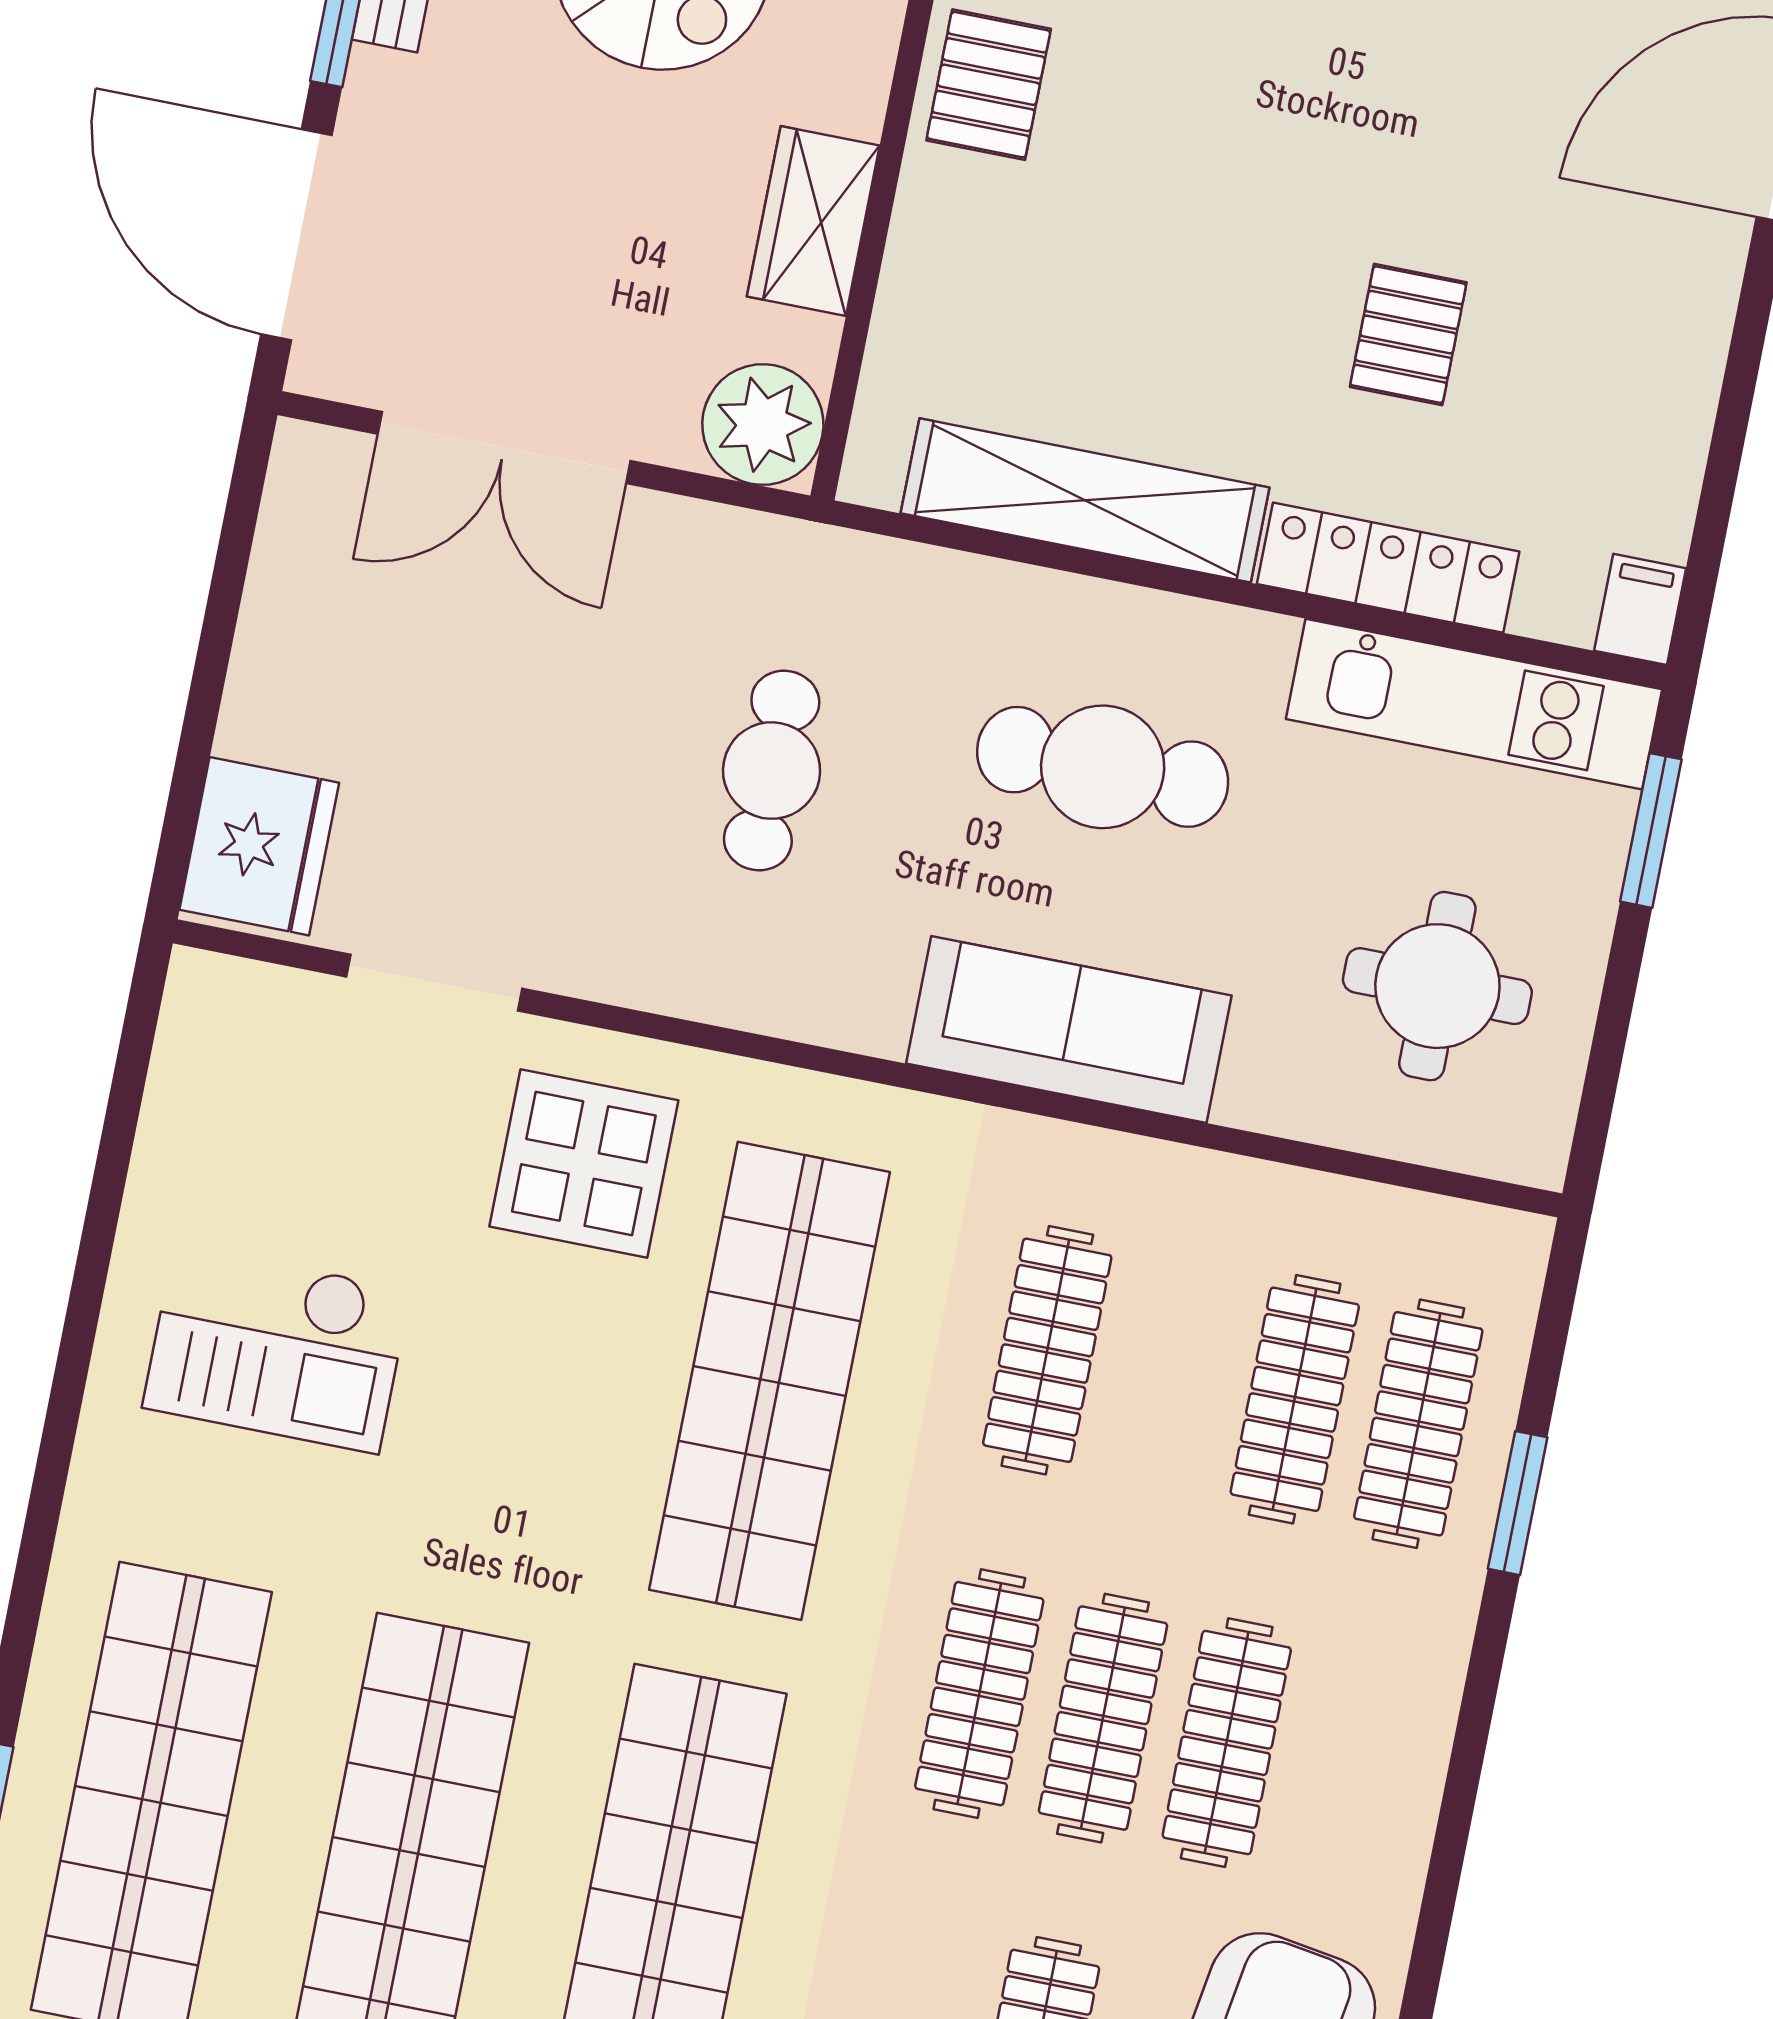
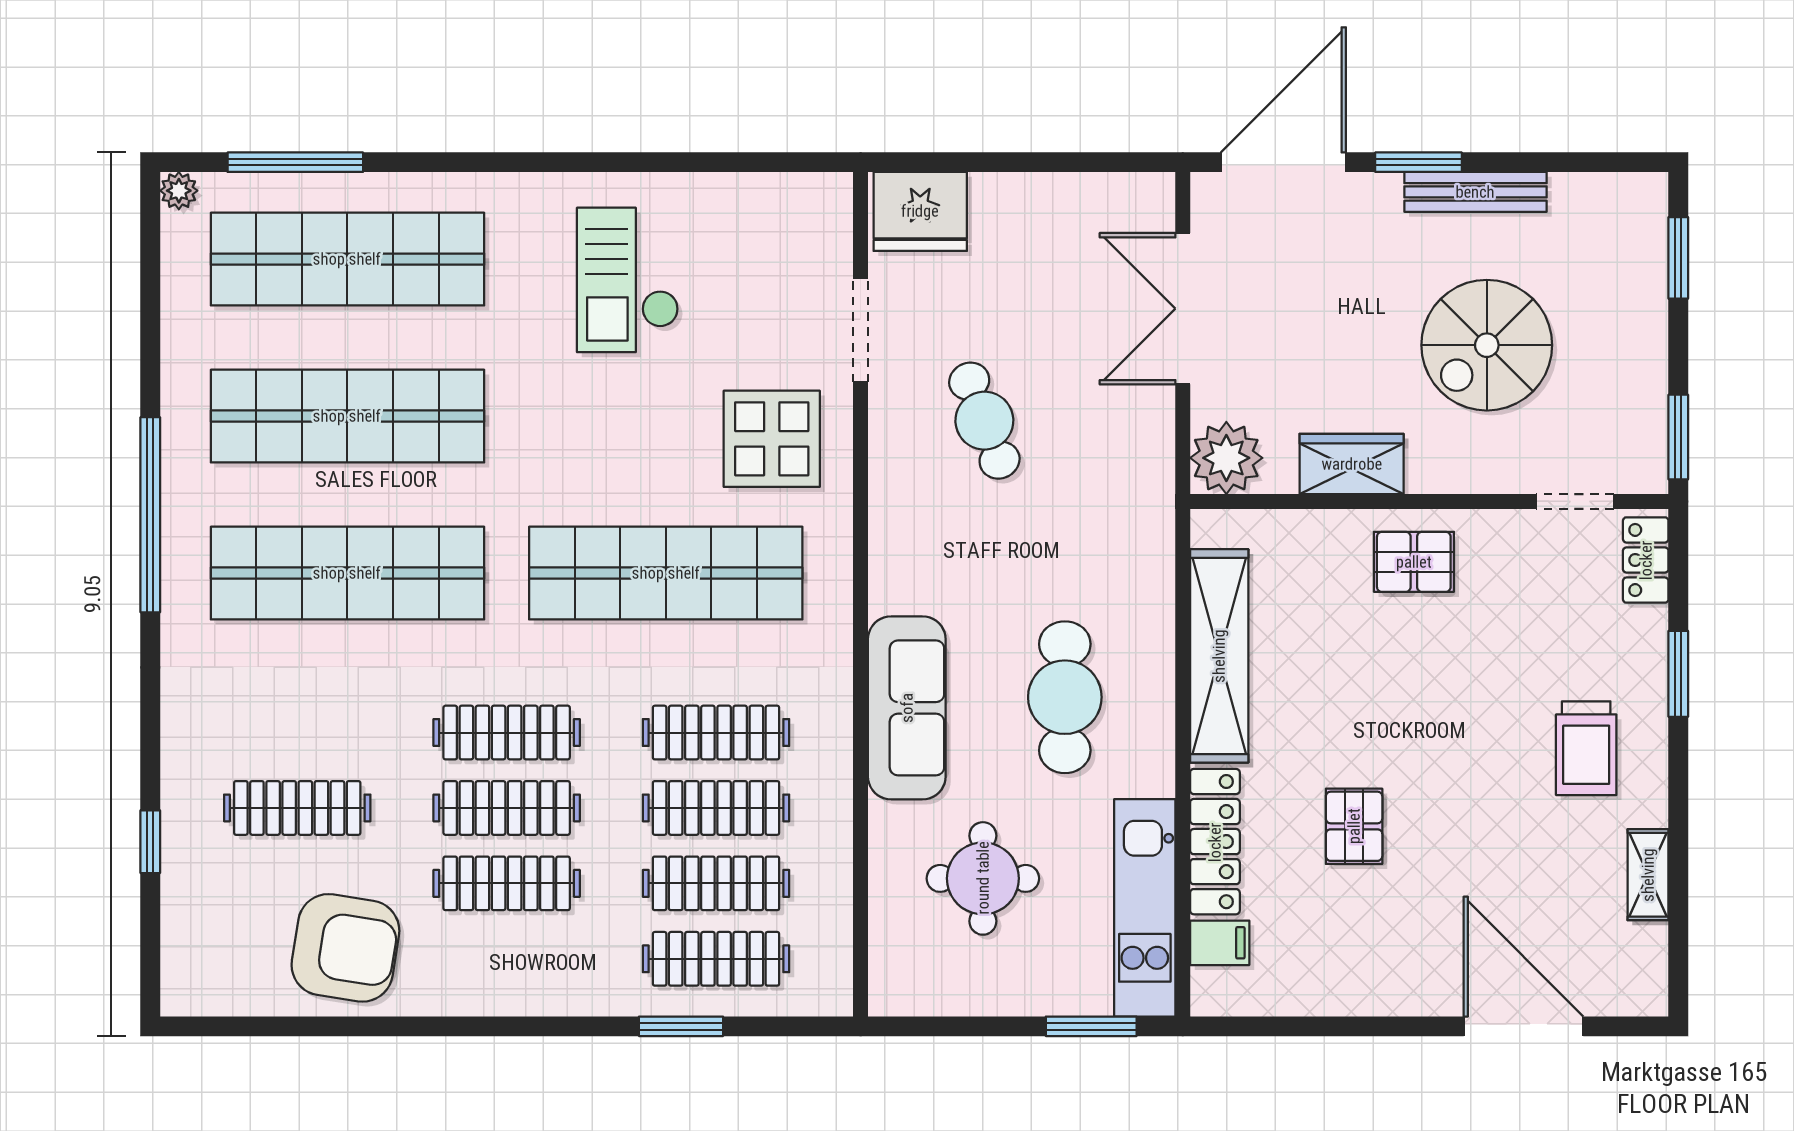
pallet: (989, 85) -> (1414, 562), moved
pallet: (1408, 335) -> (1354, 826), turned 90
filing cabinet: (1640, 609) -> (1220, 943), moved
cafe table: (772, 771) -> (984, 421), moved, turned 69
round table: (1437, 986) -> (983, 878), moved
clothes rail: (1171, 1375) -> (716, 808), added

